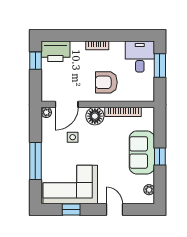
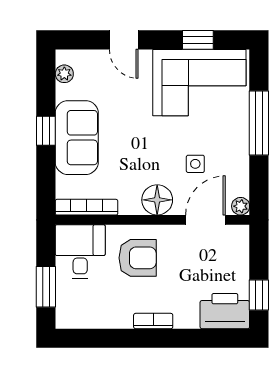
desk: (140, 57) -> (80, 251), moved, turned 180
bookcase: (123, 112) -> (86, 207), moved

